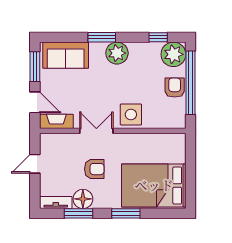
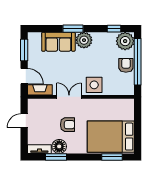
sofa: (66, 55) -> (58, 42), moved
window: (126, 213) -> (112, 157), moved

